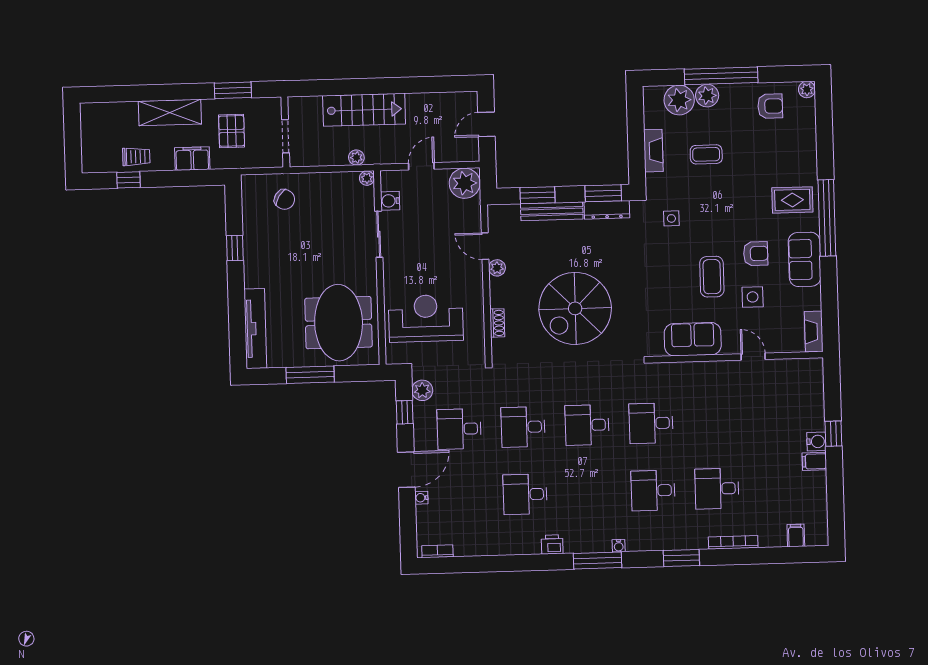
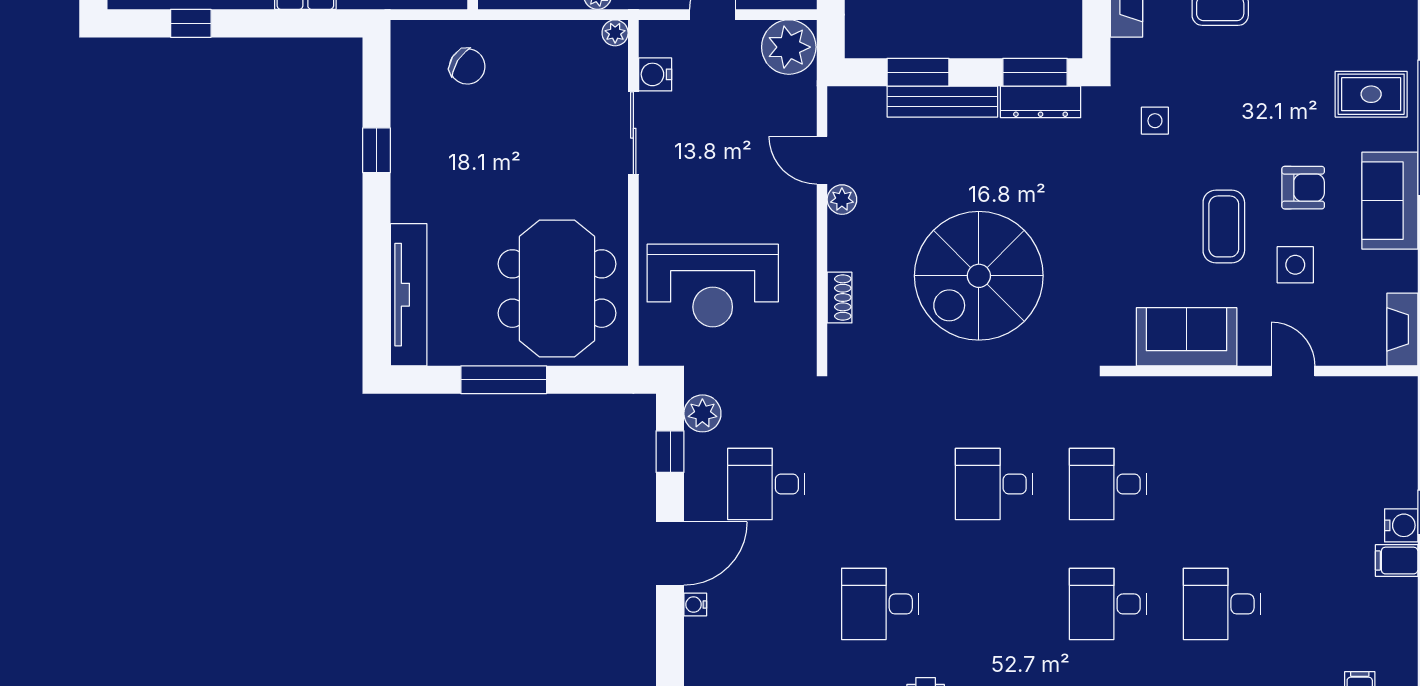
reception desk: (426, 318) -> (713, 285), turned 180
desk: (523, 427) -> (880, 484), removed

